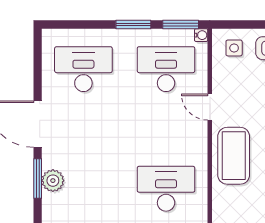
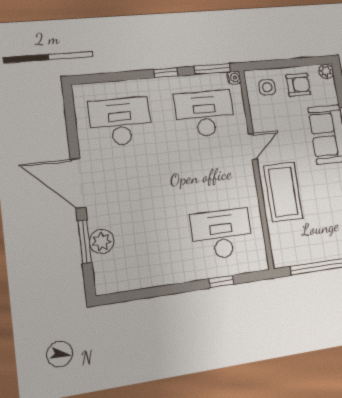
window: (133, 24) -> (166, 73), width x0.67
door: (210, 107) -> (253, 146), swing flipped

